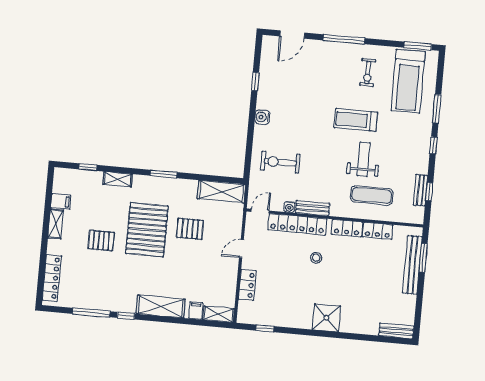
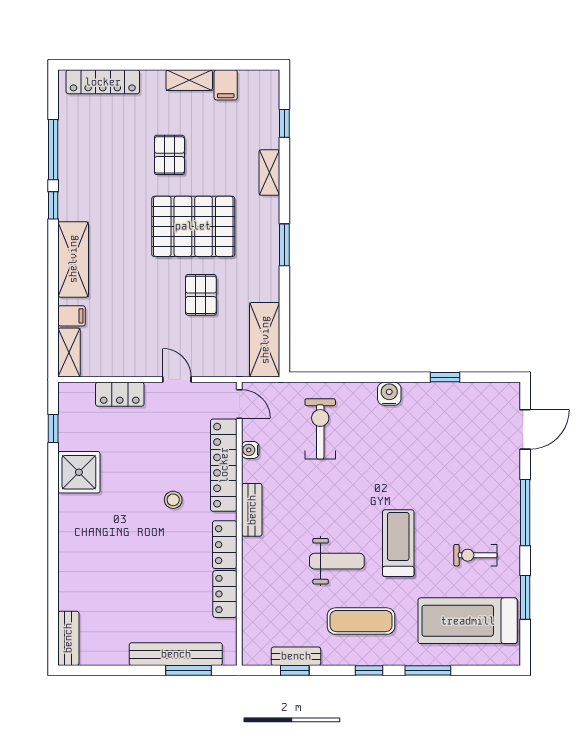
door: (292, 34) -> (525, 429), swing flipped
window: (418, 46) -> (525, 597), moved
exercise mat: (372, 195) -> (361, 621), moved, turned 90
bench: (313, 208) -> (252, 510), moved
shower: (326, 318) -> (79, 472), moved

